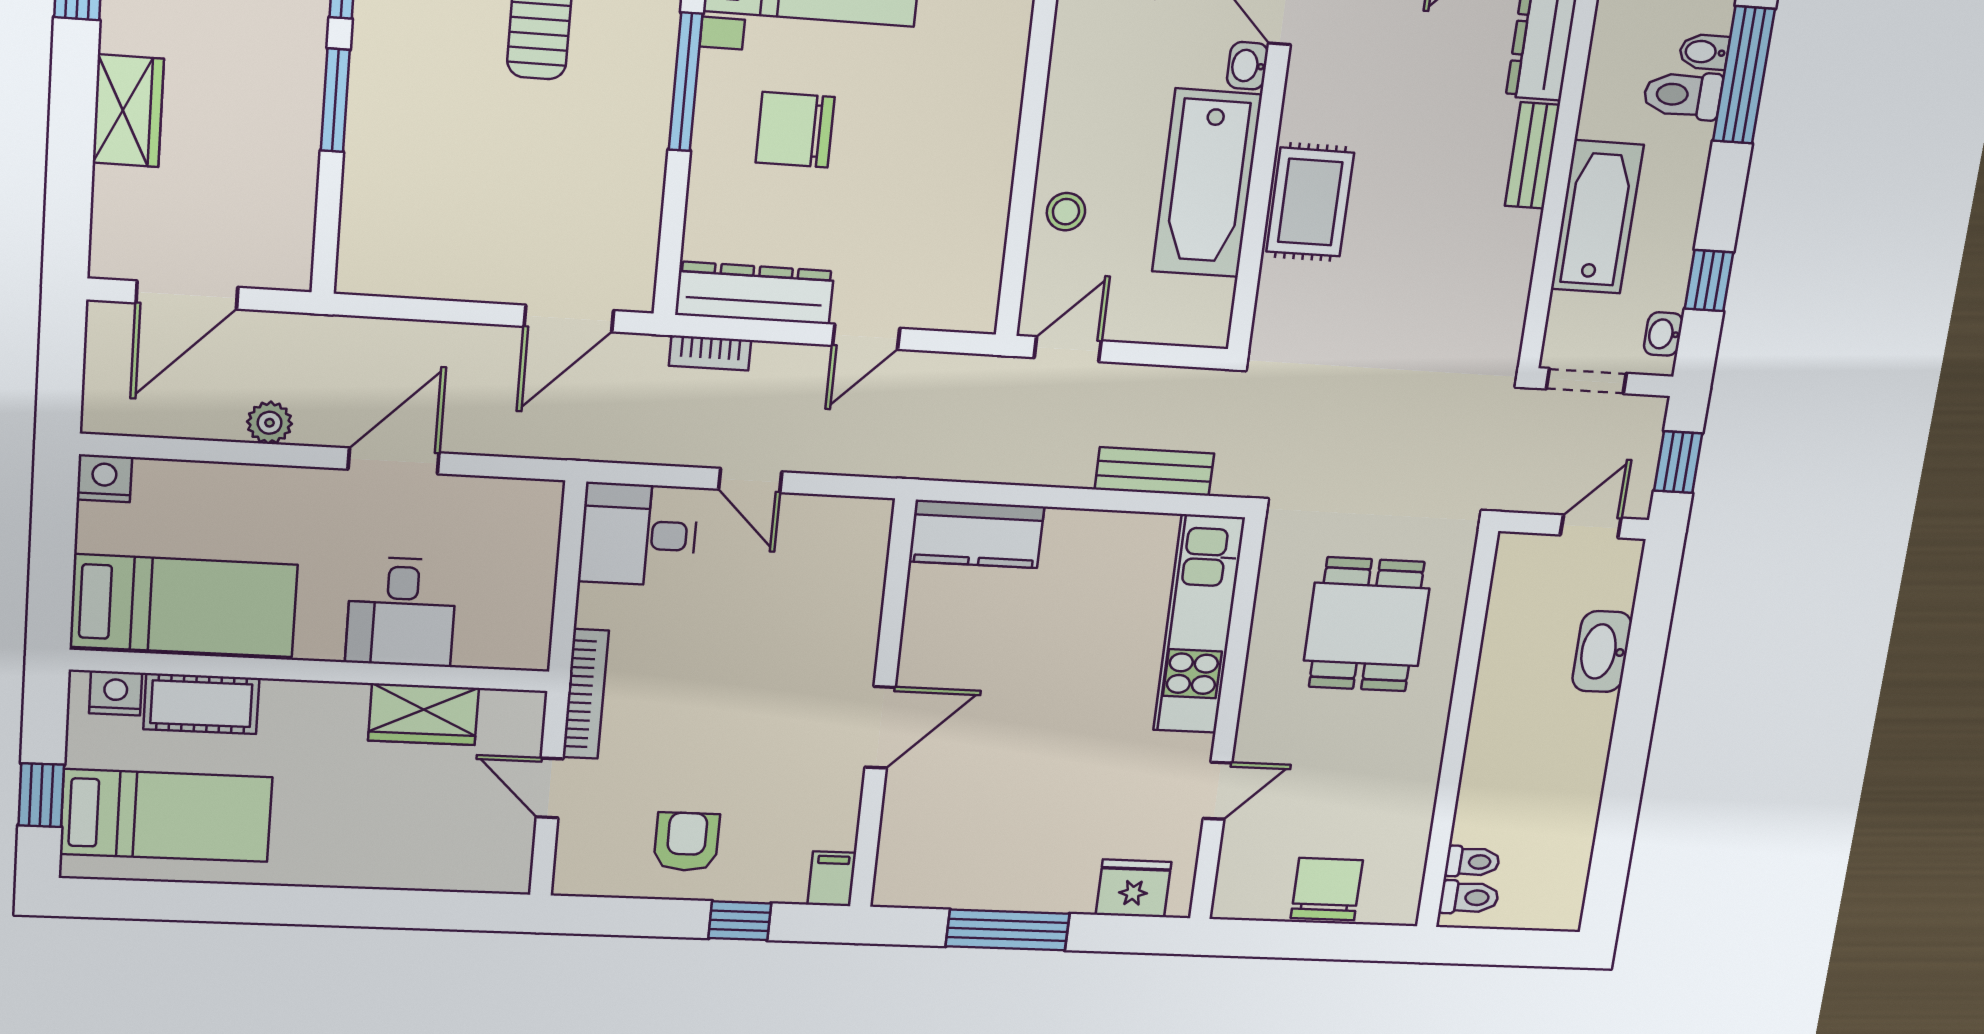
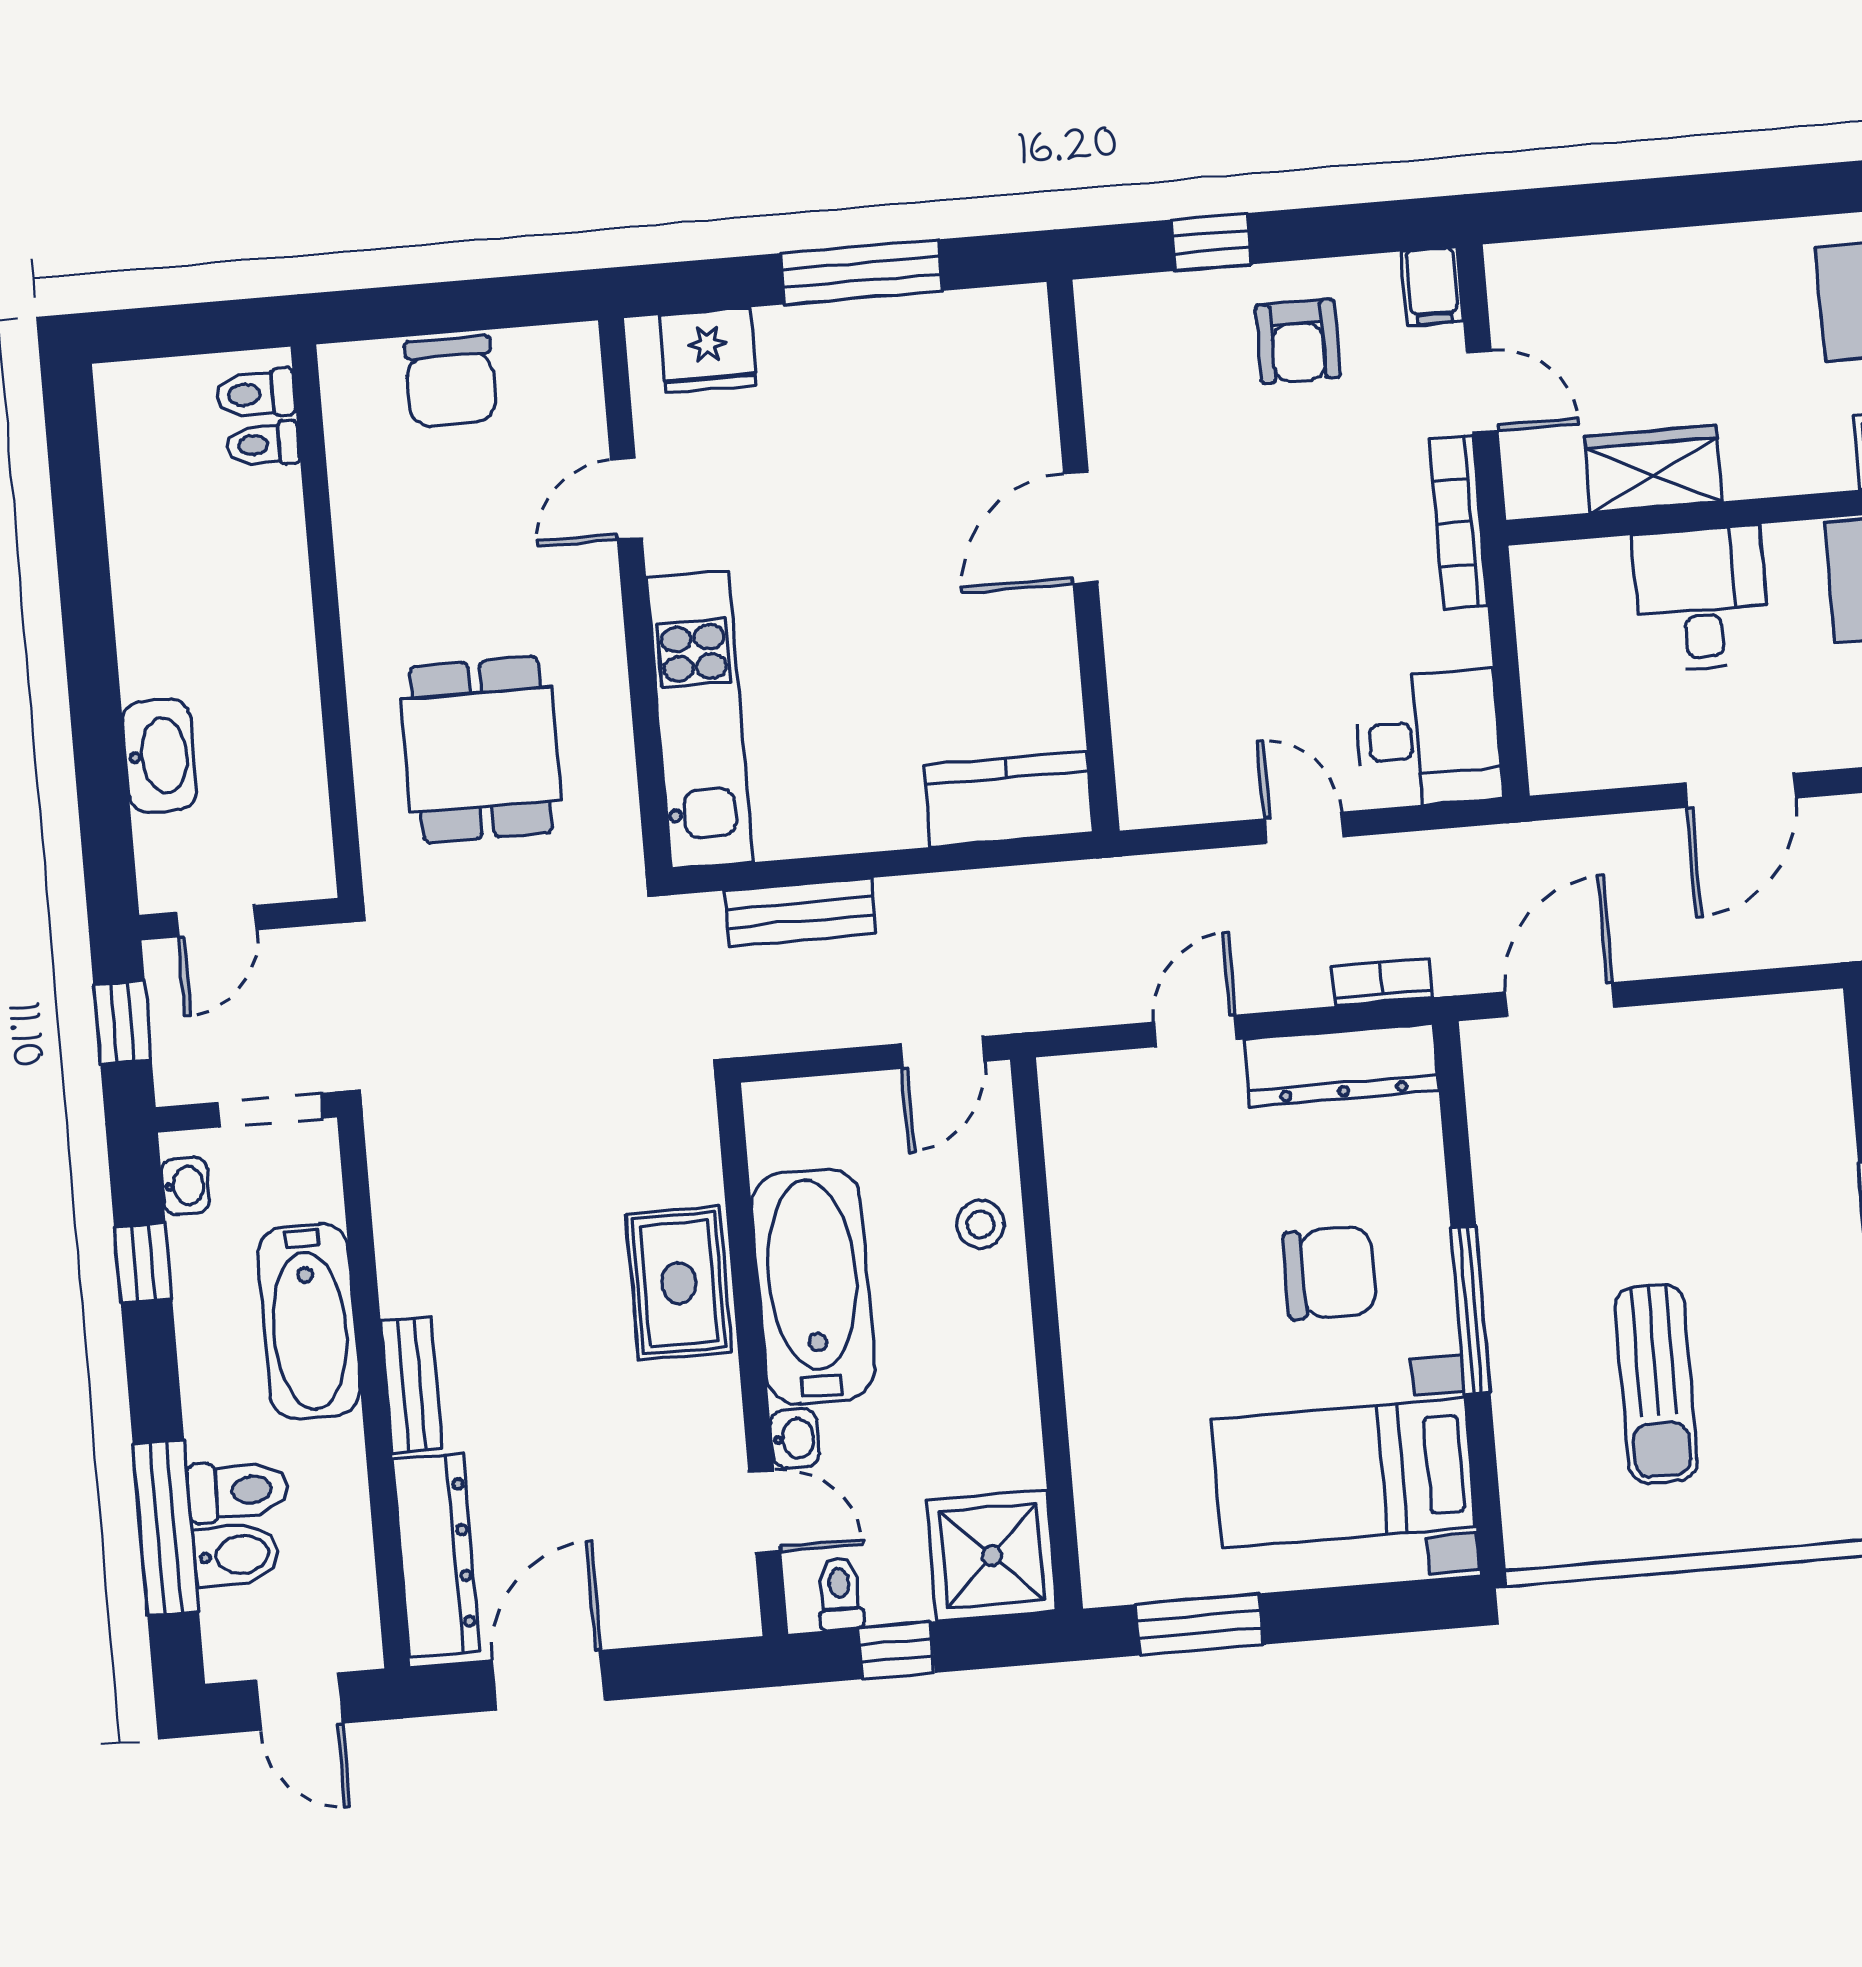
bidet: (1704, 52) -> (236, 1555), width x1.38, depth x1.36
filing cabinet: (832, 879) -> (1432, 286), moved

